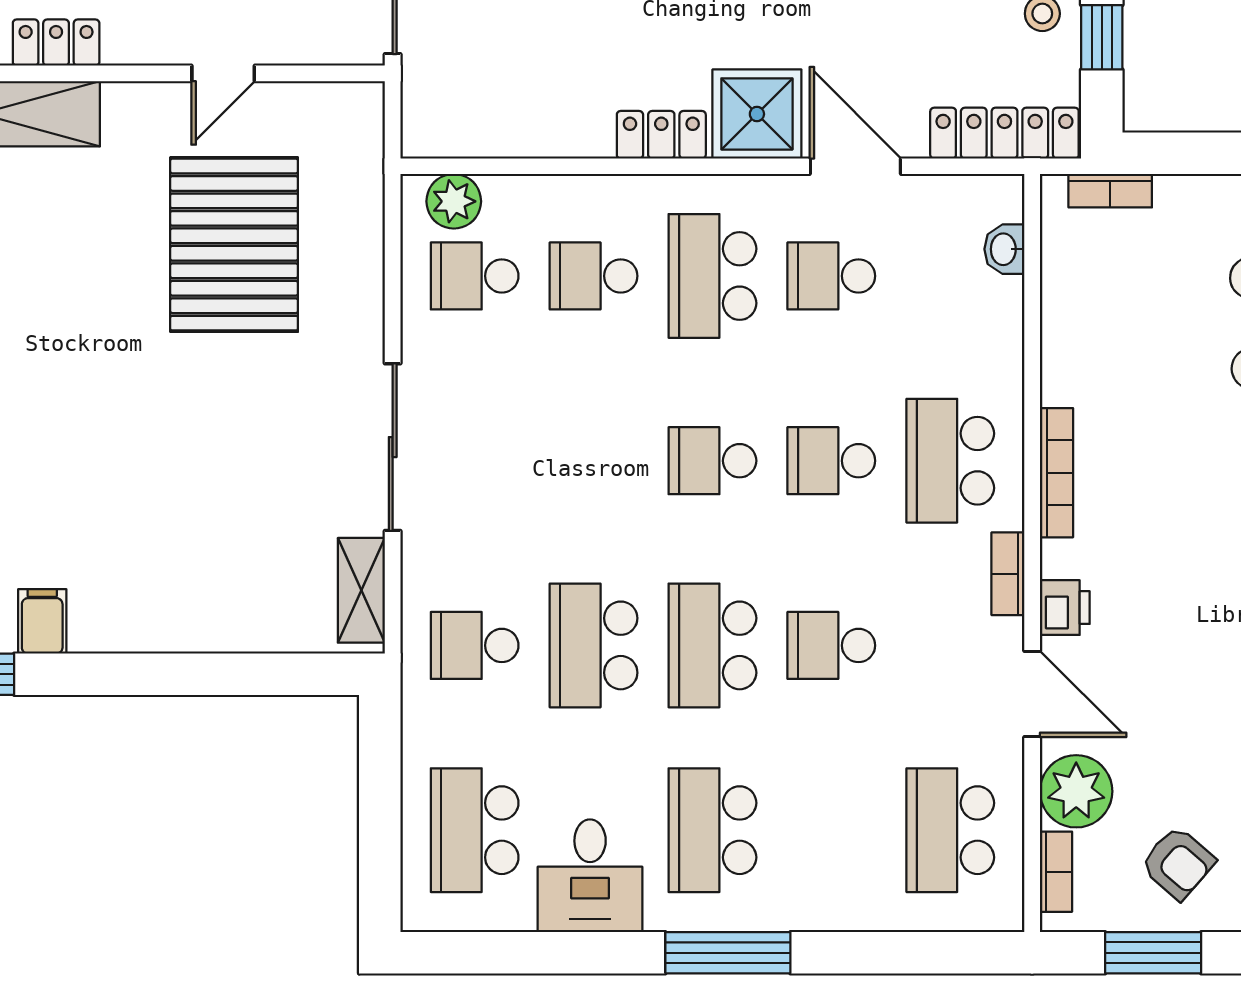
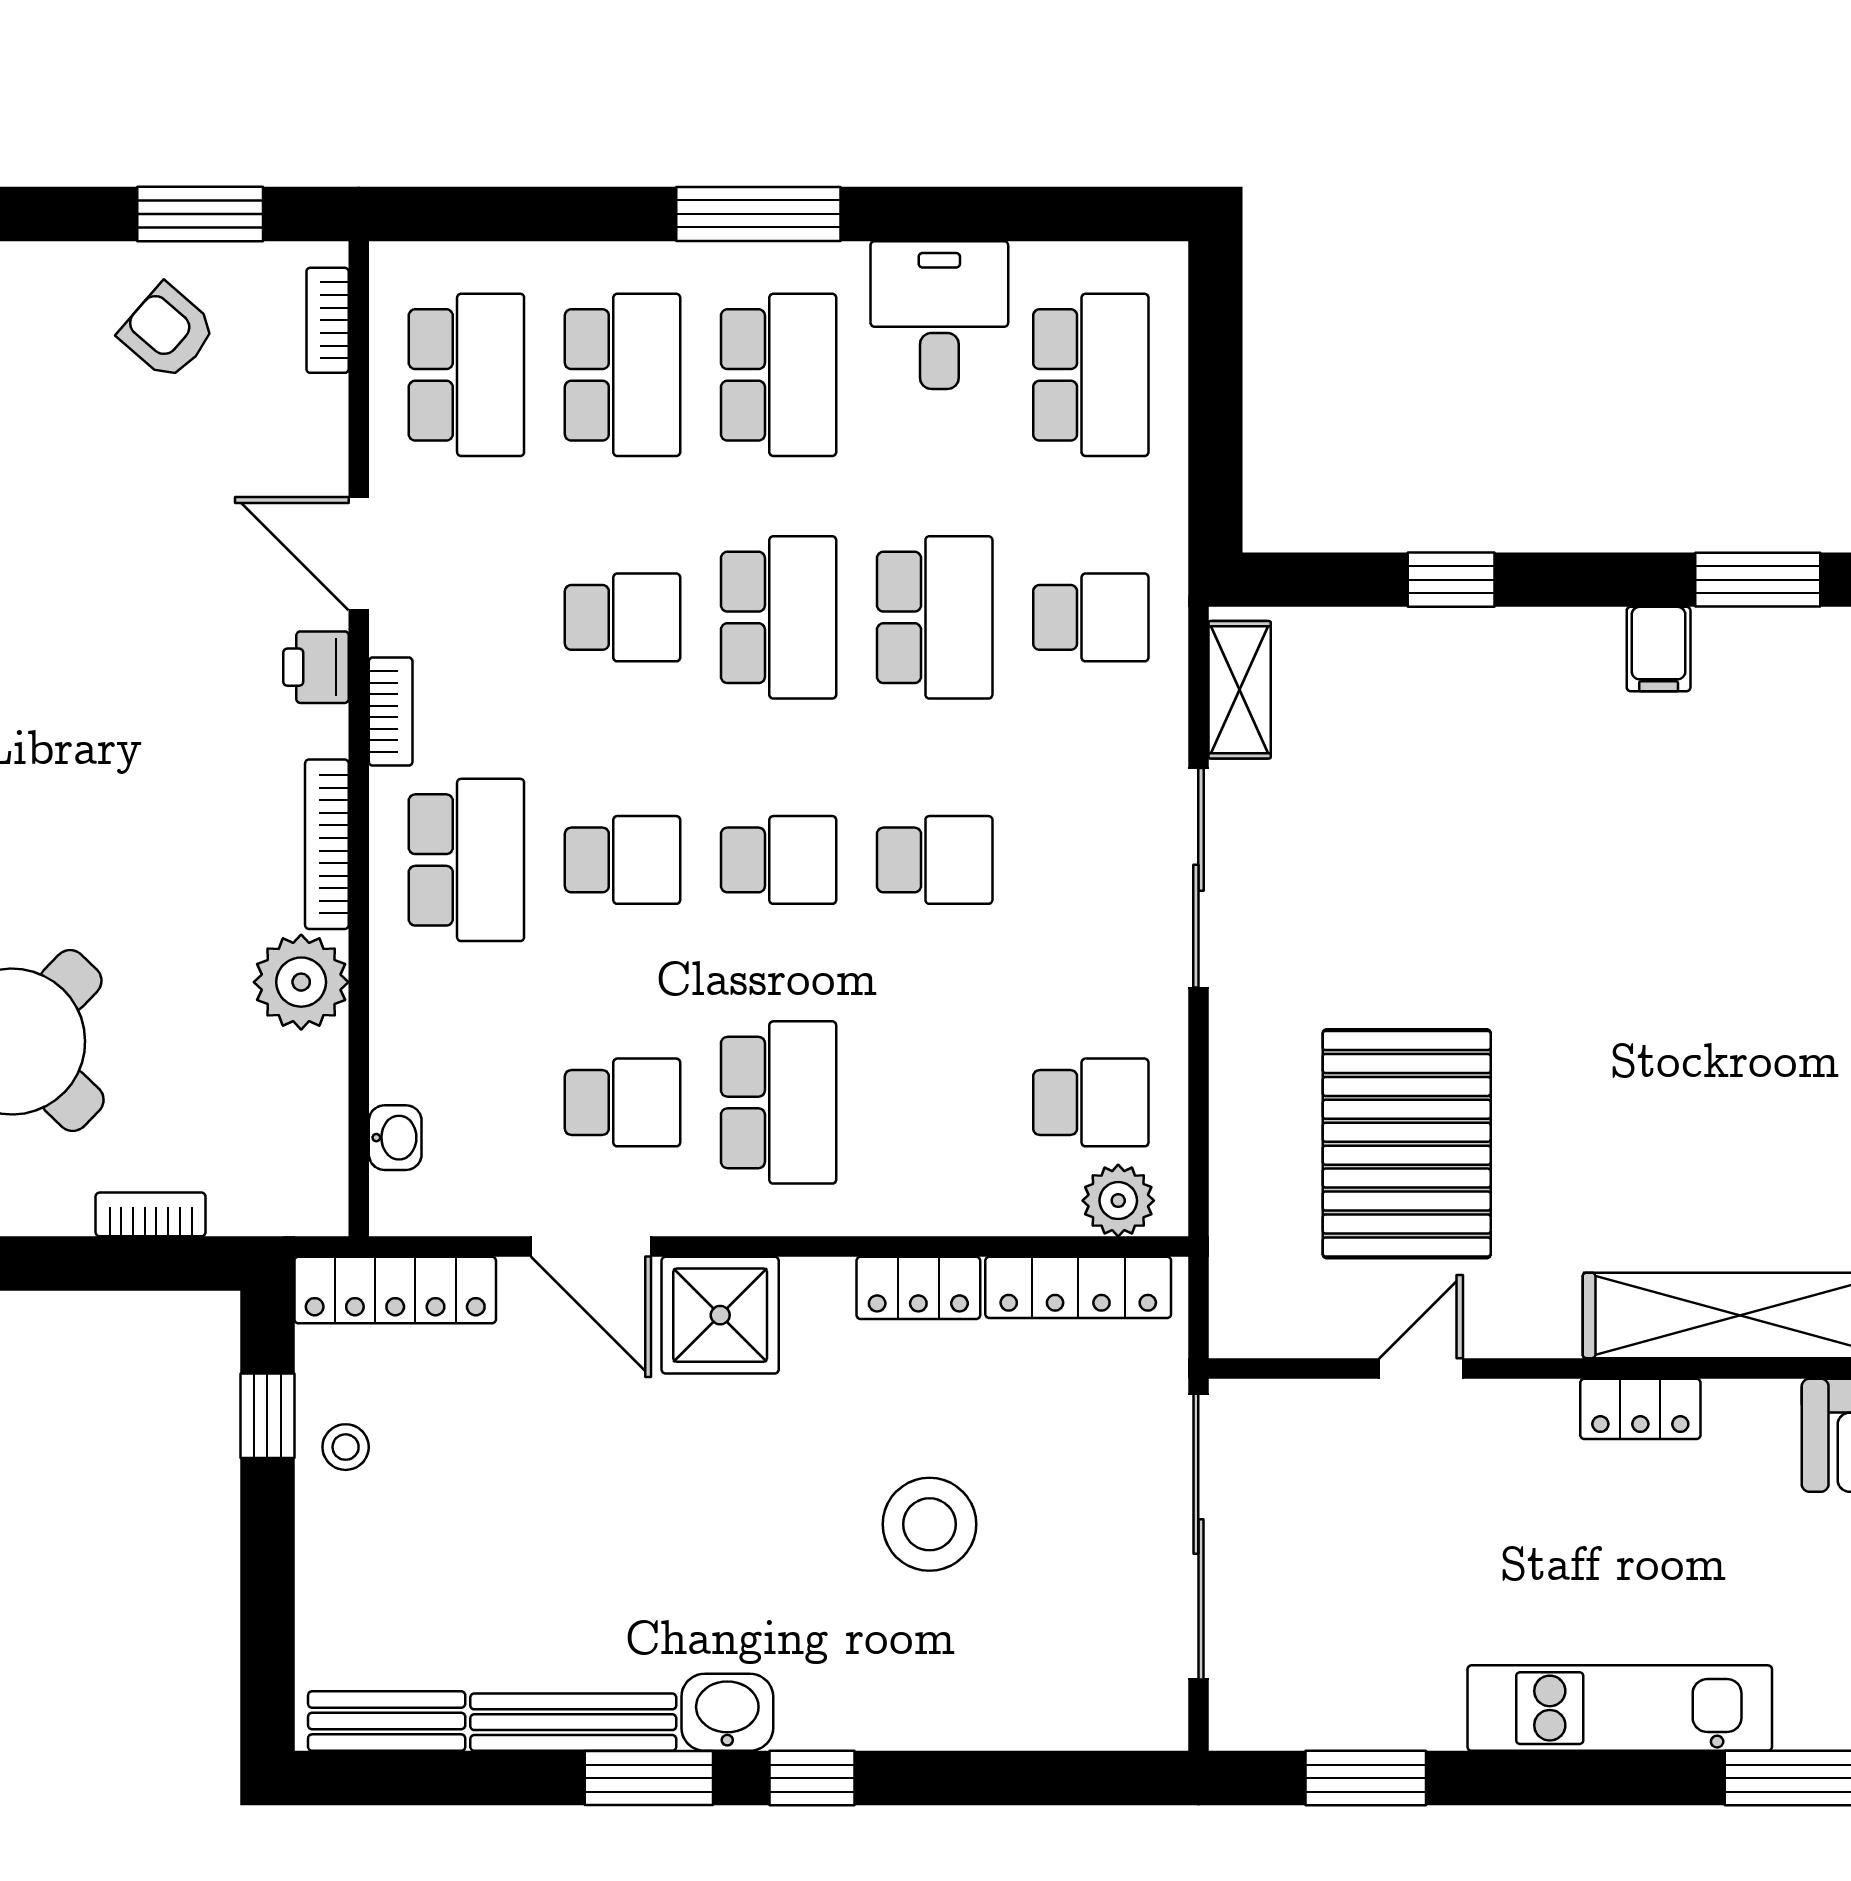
locker: (484, 135) -> (1078, 1287), added
locker: (661, 135) -> (918, 1288), moved
bookcase: (1110, 191) -> (151, 1214), moved
school desk: (594, 276) -> (935, 860), moved
window: (200, 674) -> (1451, 580), added
plant: (1076, 791) -> (301, 982), moved
school desk: (831, 830) -> (623, 375), added

